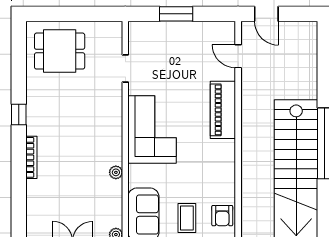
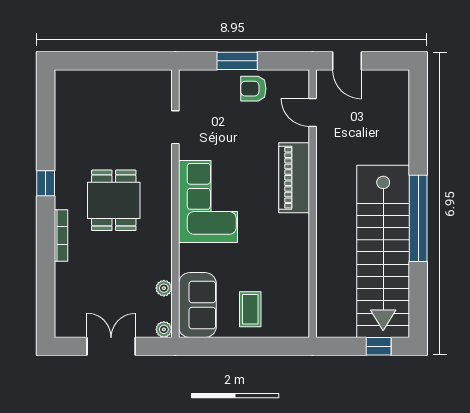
dining table: (60, 51) -> (114, 200), moved, turned 90
plant: (116, 172) -> (164, 288), moved
armchair: (222, 216) -> (253, 89), moved, turned 90

